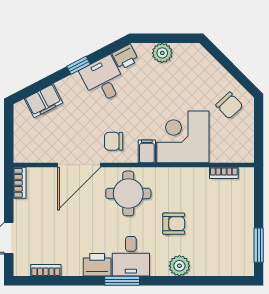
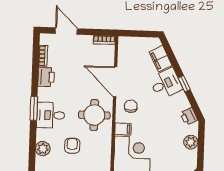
desk: (103, 80) -> (166, 84), moved
armchair: (174, 224) -> (72, 146), turned 180
printer: (97, 265) -> (46, 77), moved

